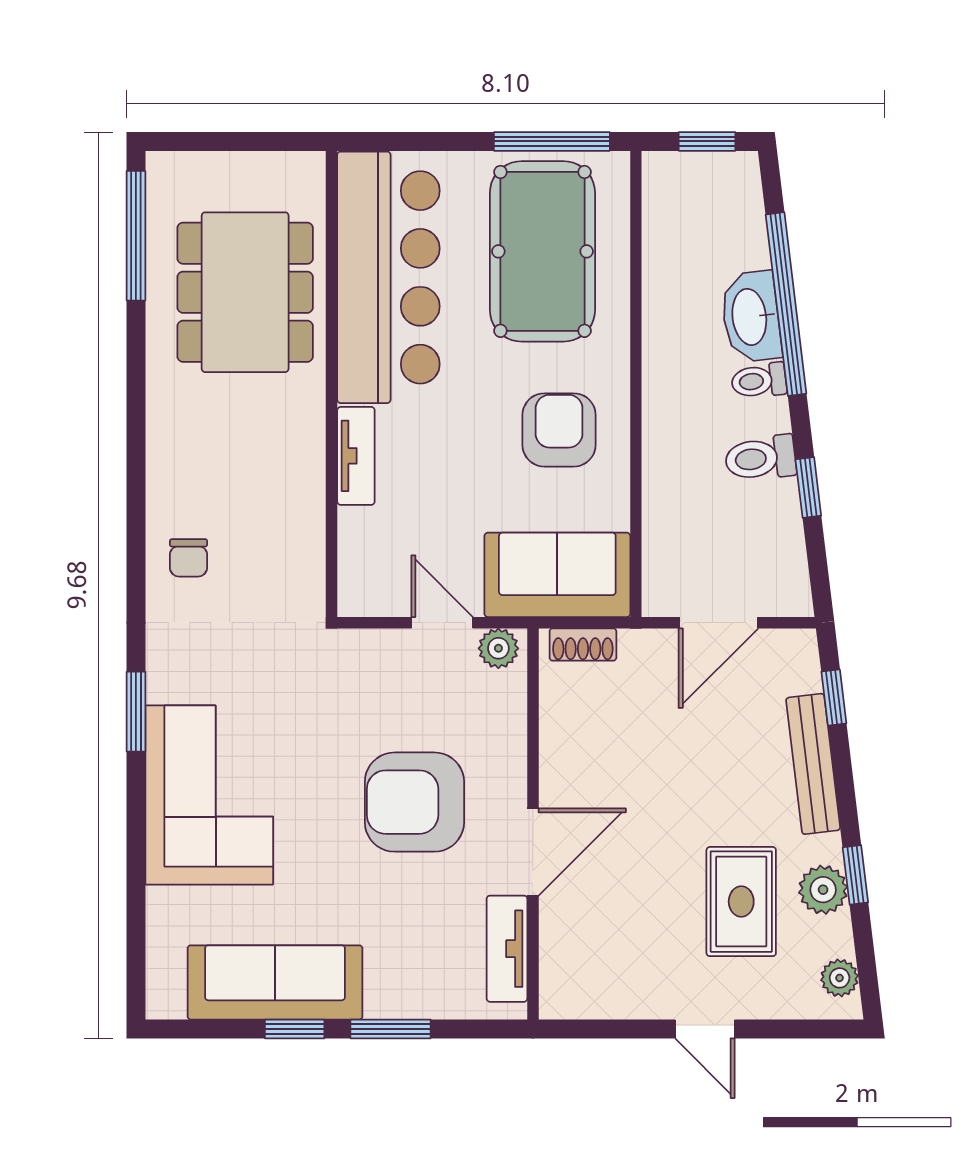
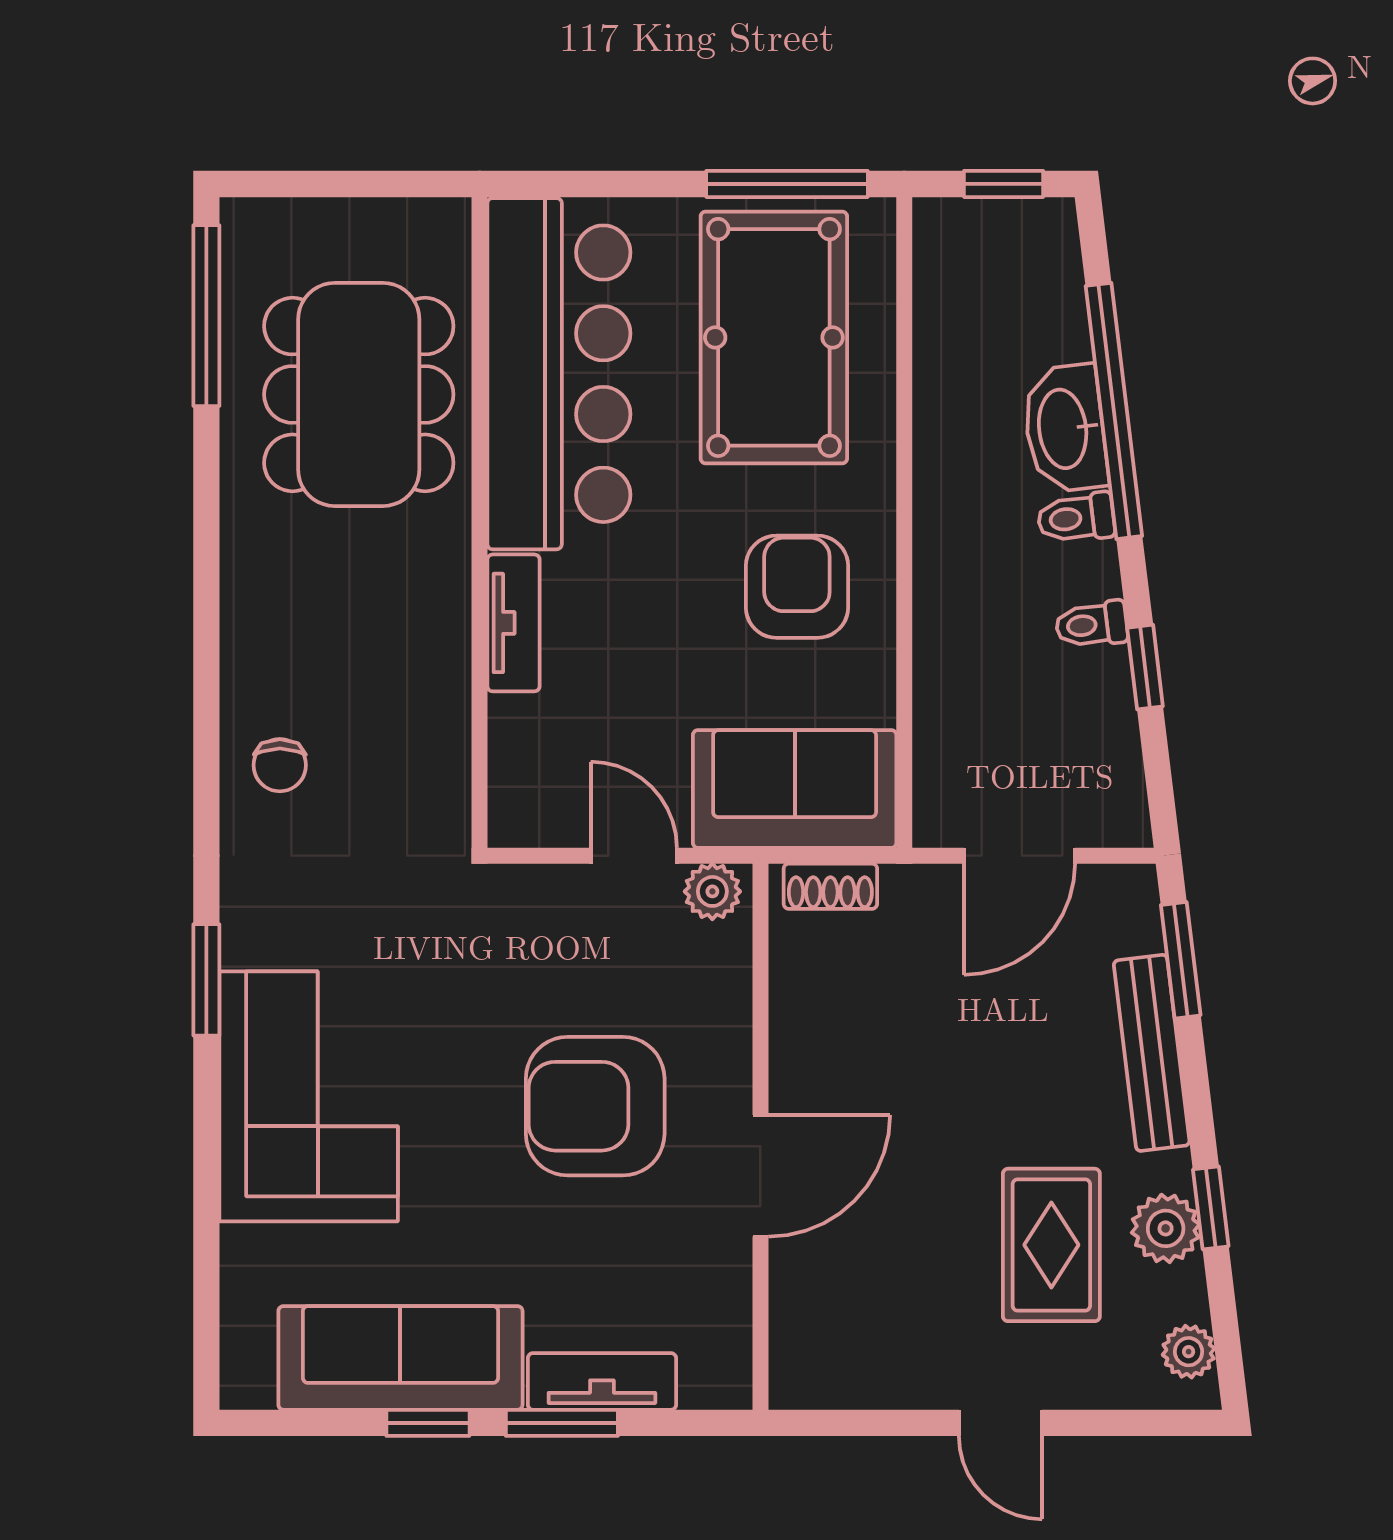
toilet: (760, 458) -> (1092, 624), width x0.73, depth x0.72
window: (834, 698) -> (1181, 960), width x1.50
tv unit: (507, 949) -> (602, 1381), moved, turned 90

